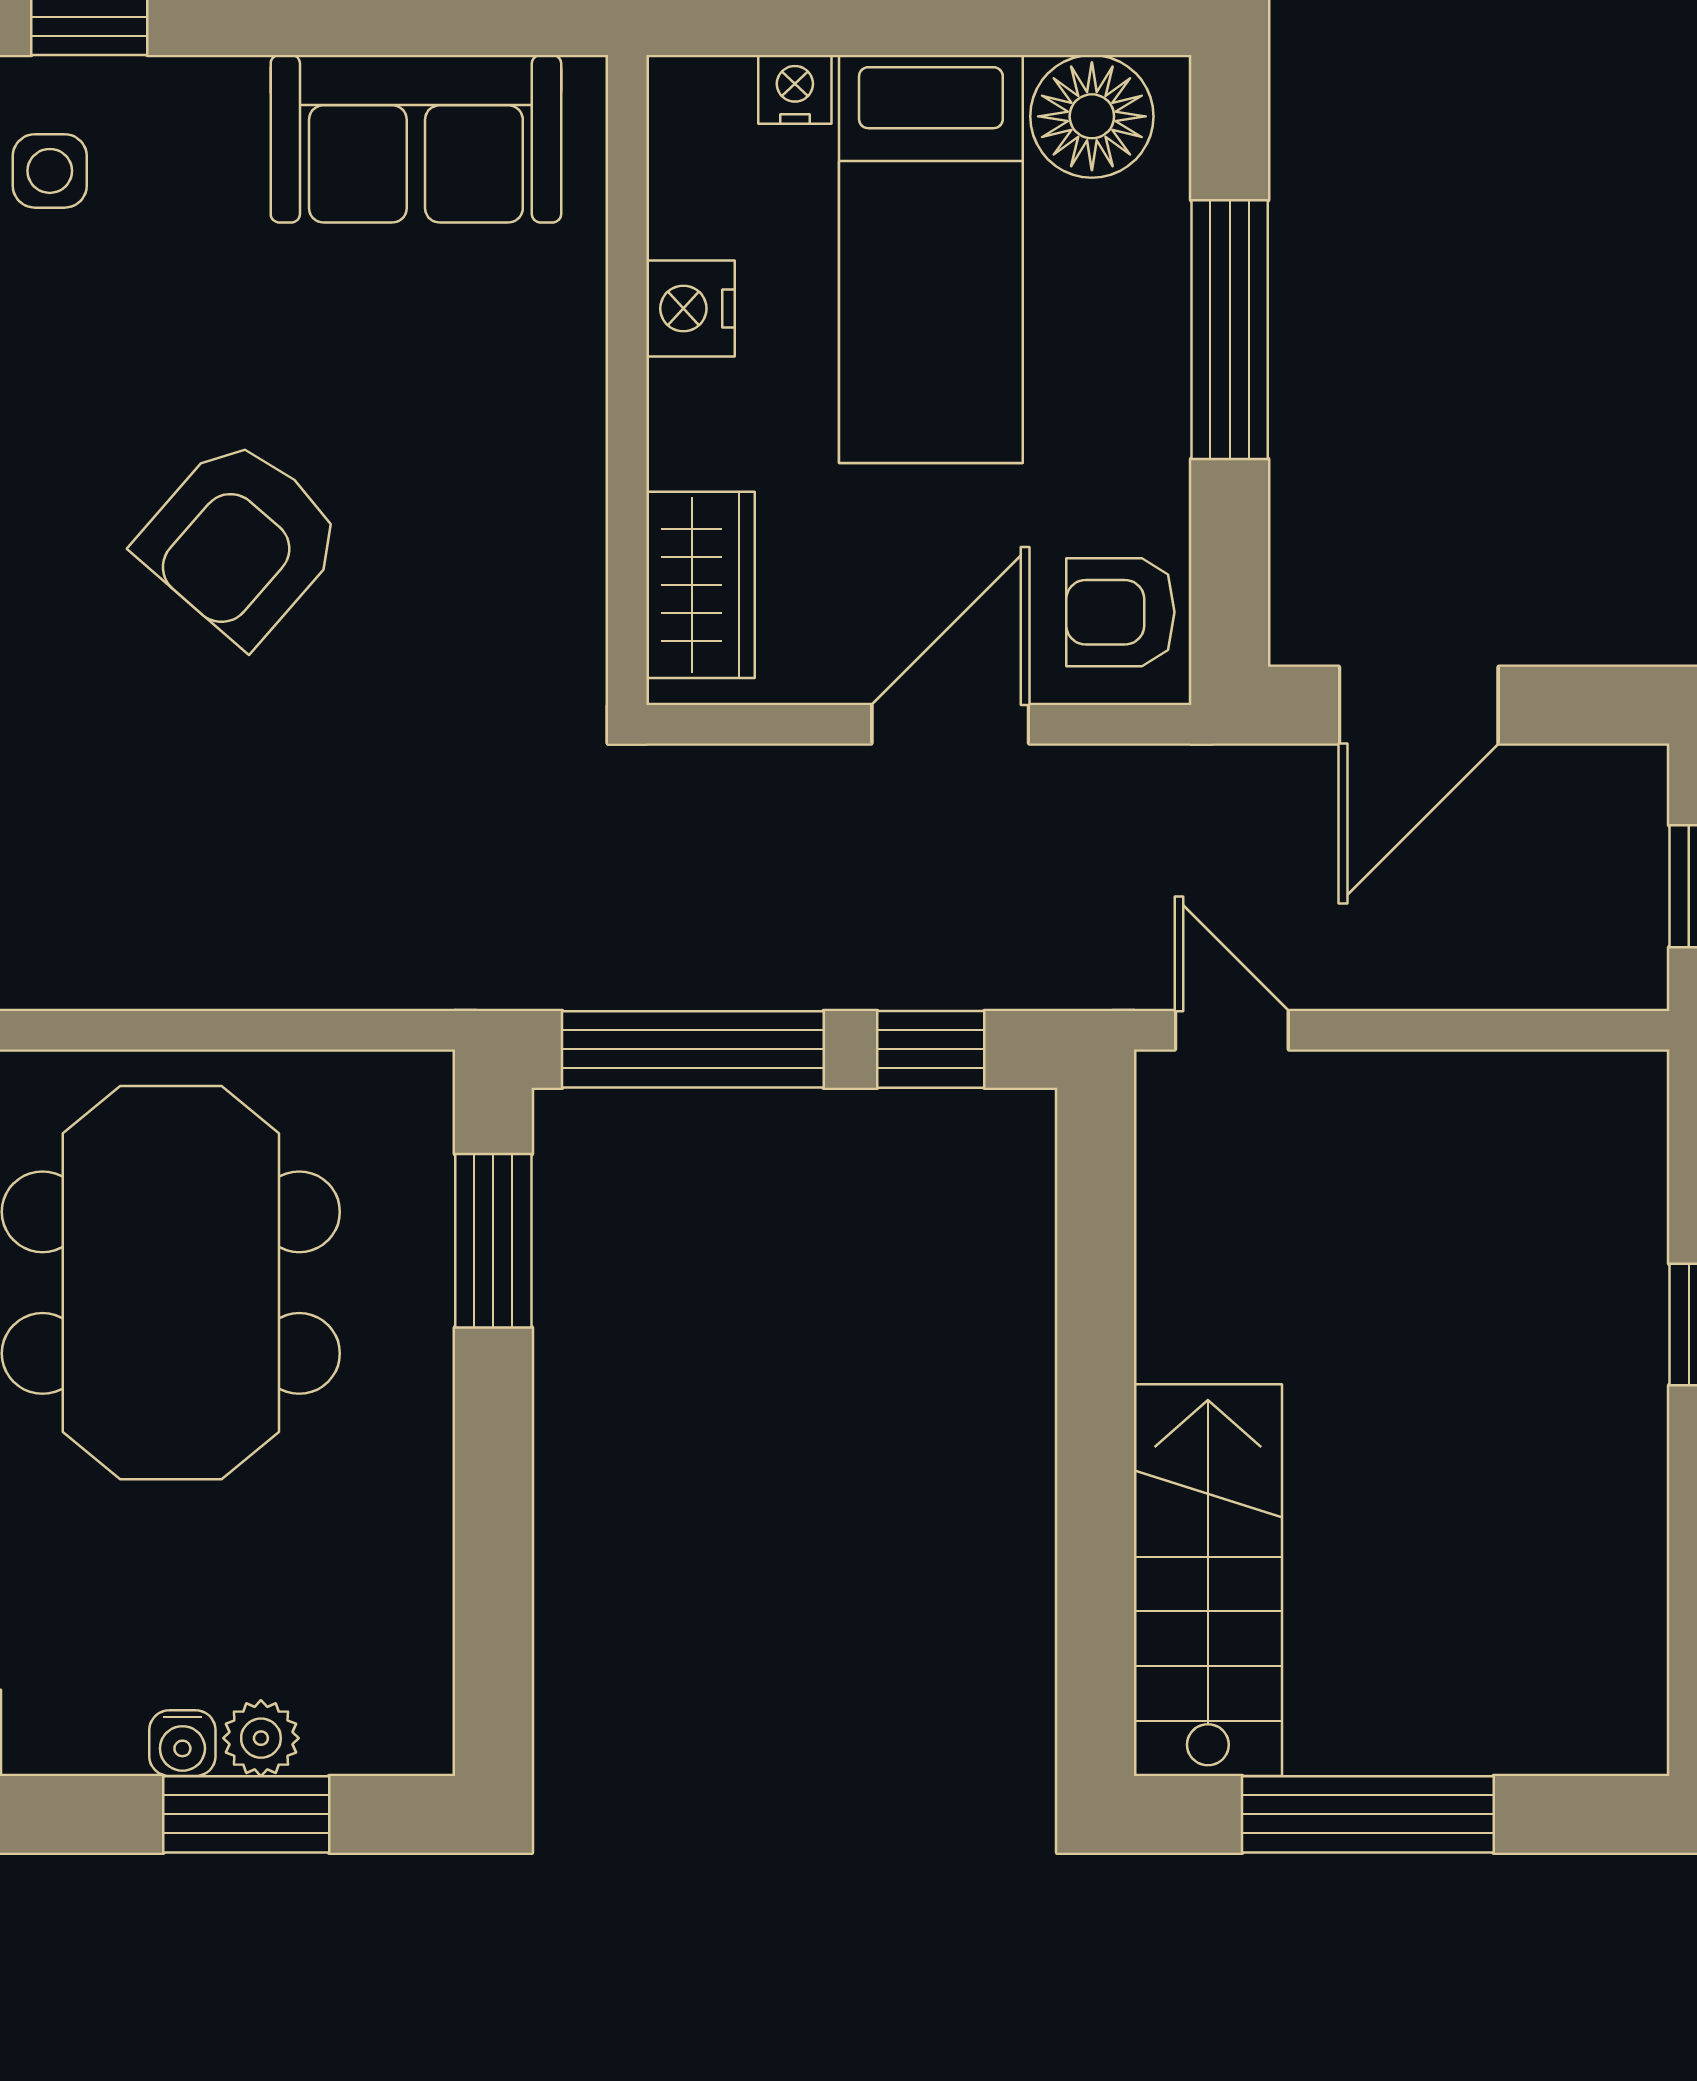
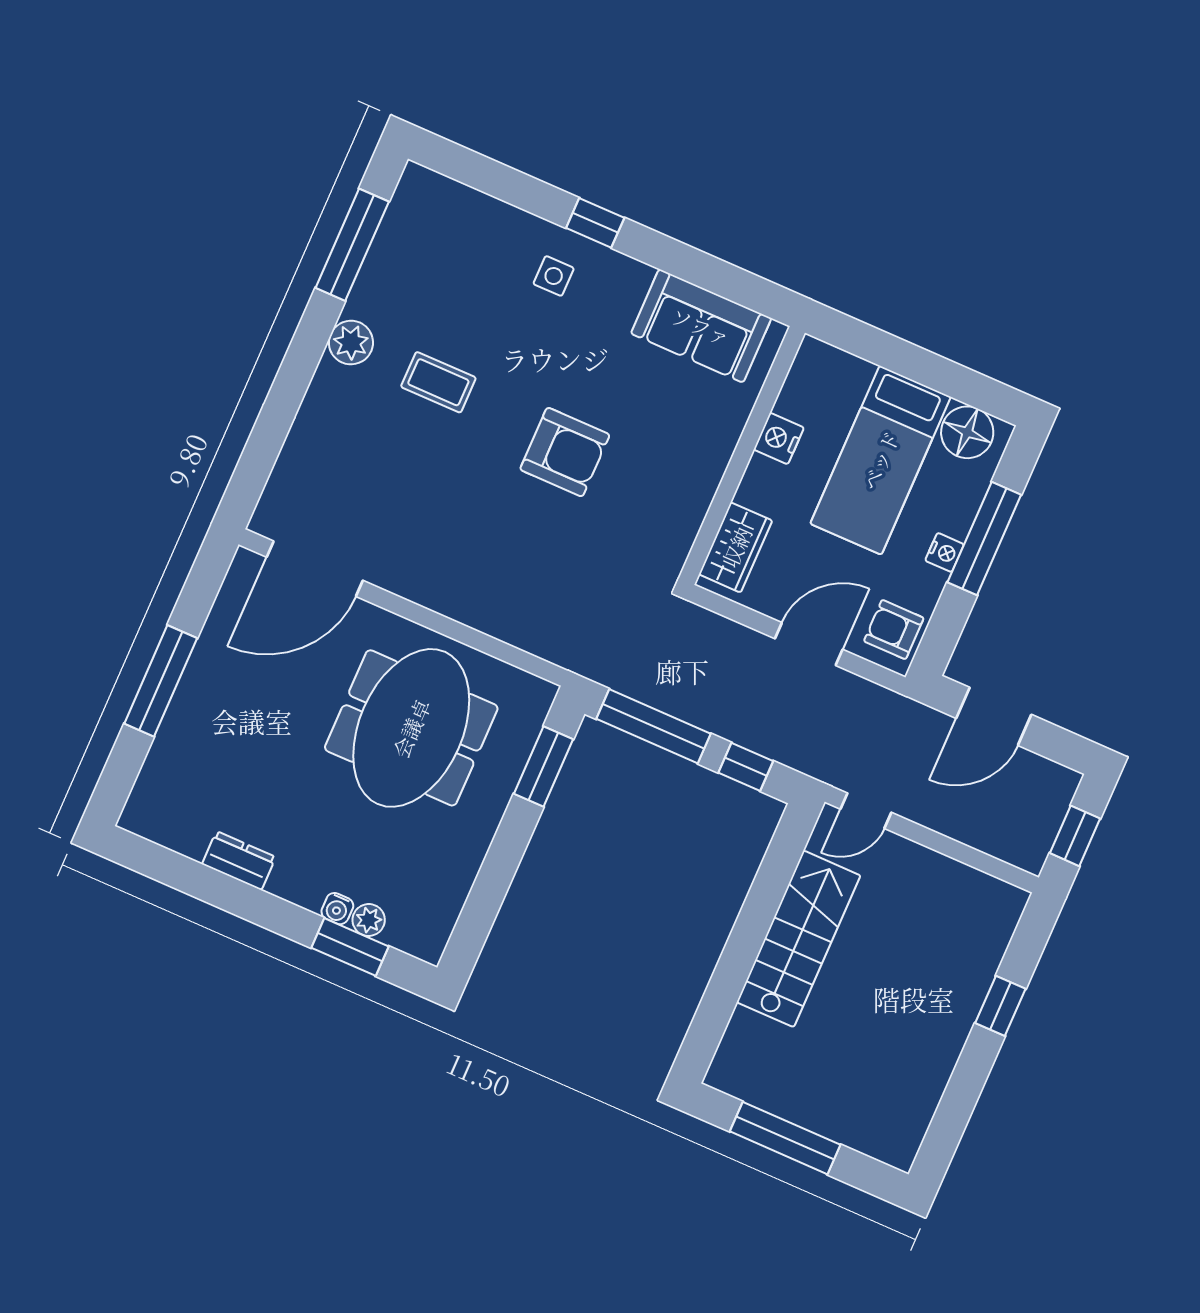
nightstand: (795, 89) -> (945, 552), moved, turned 90
armchair: (241, 541) -> (565, 452), turned -131
door: (1232, 1030) -> (866, 811), swing flipped
stairs: (1208, 1580) -> (799, 939), moved

